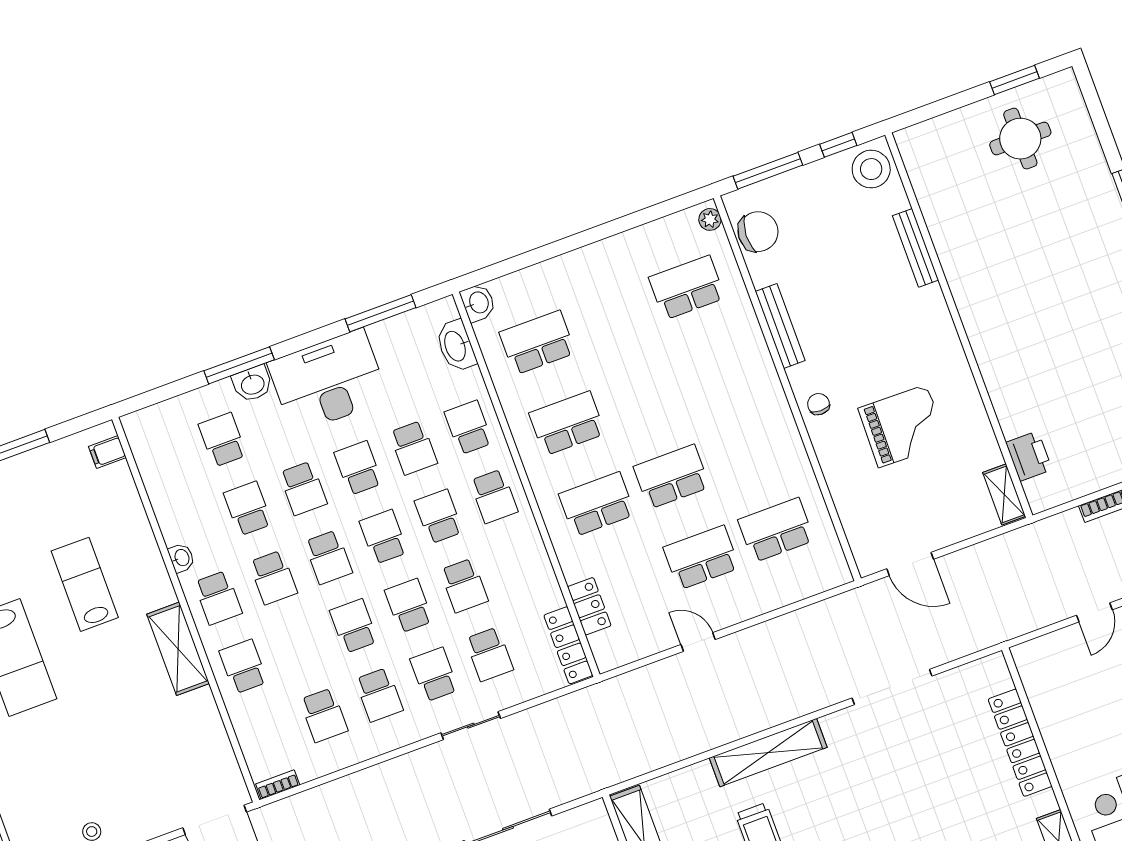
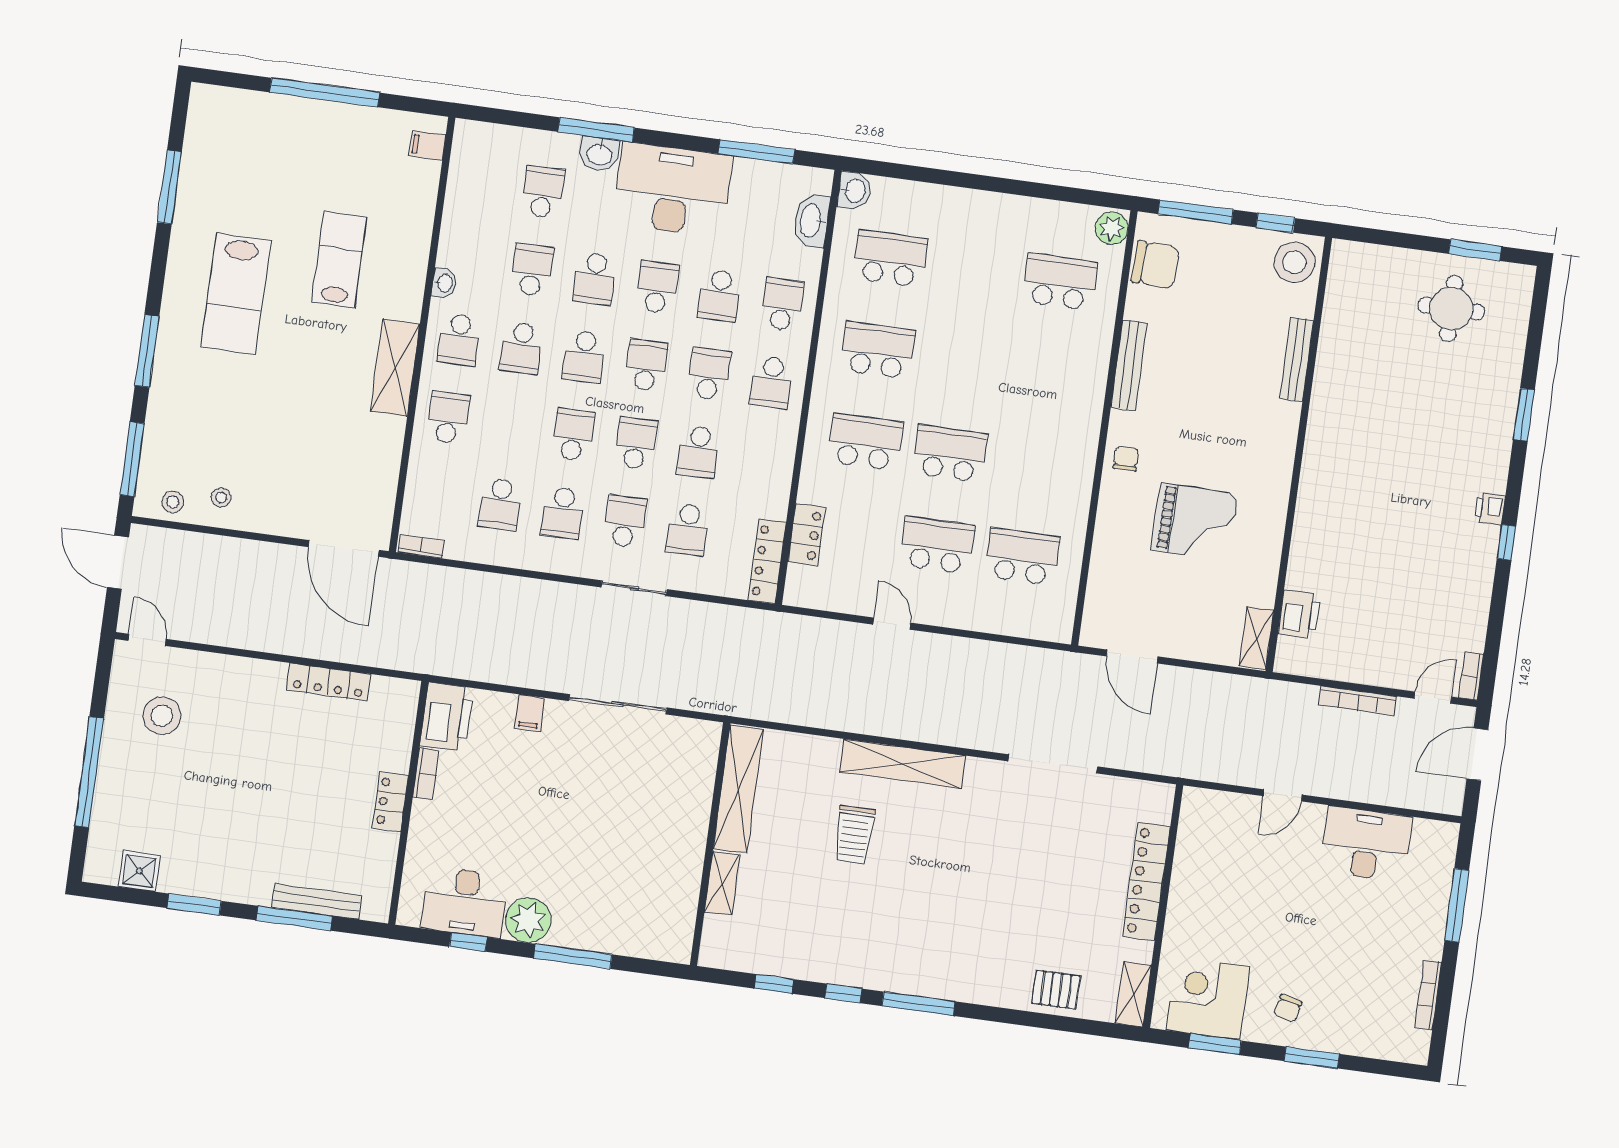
plant: (710, 219) -> (1112, 228), width x1.38, depth x1.38

